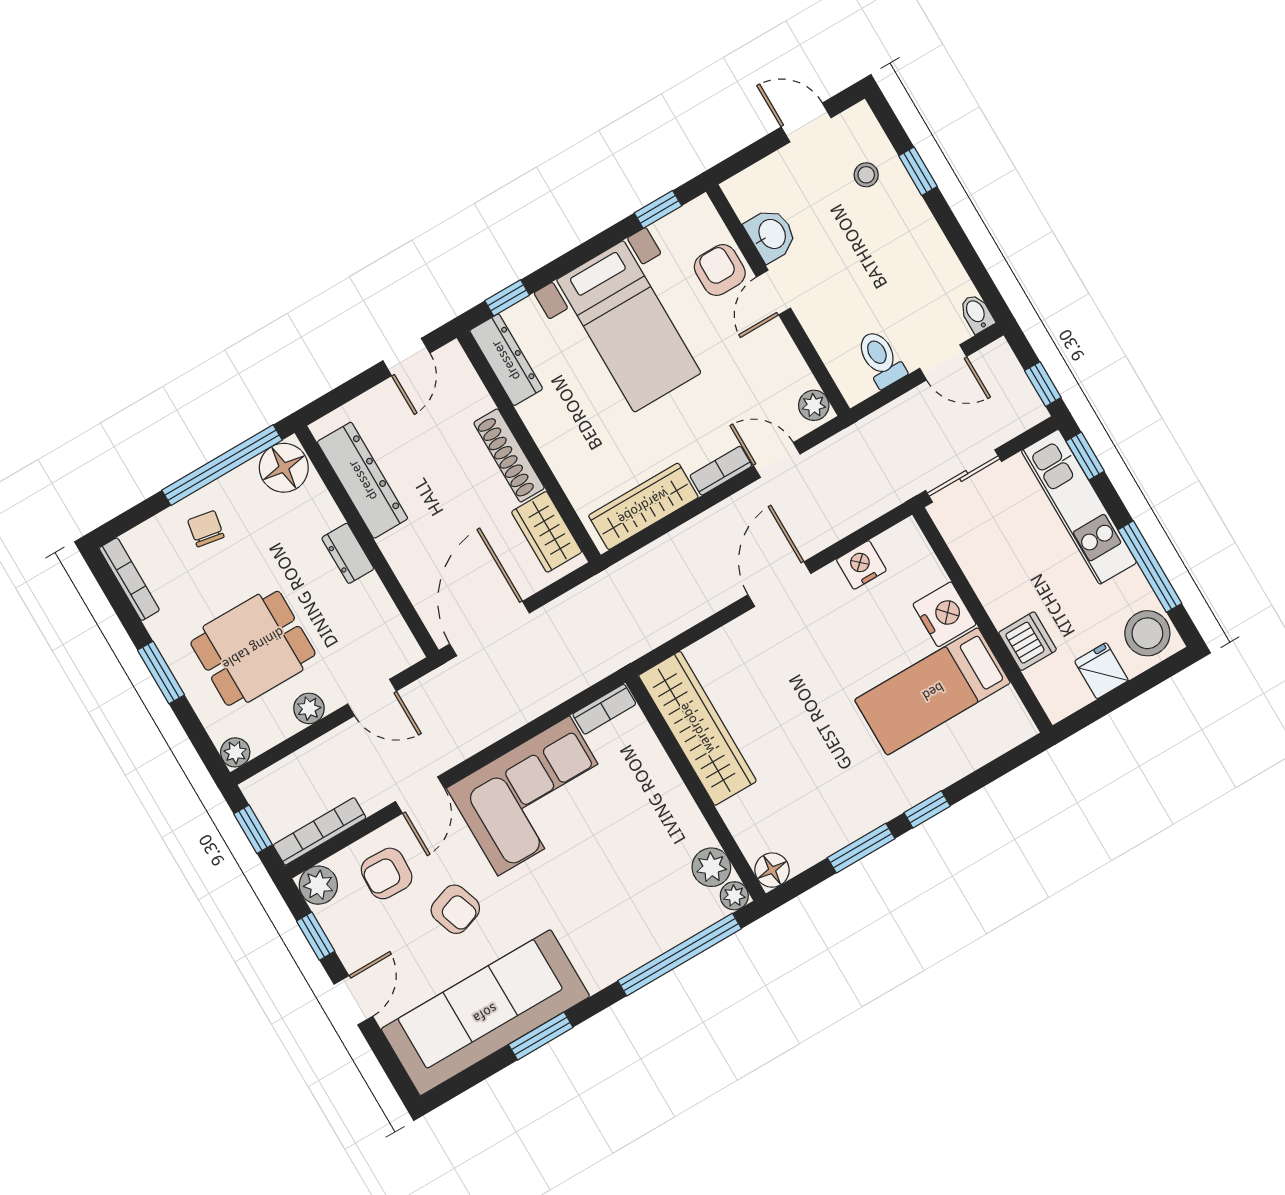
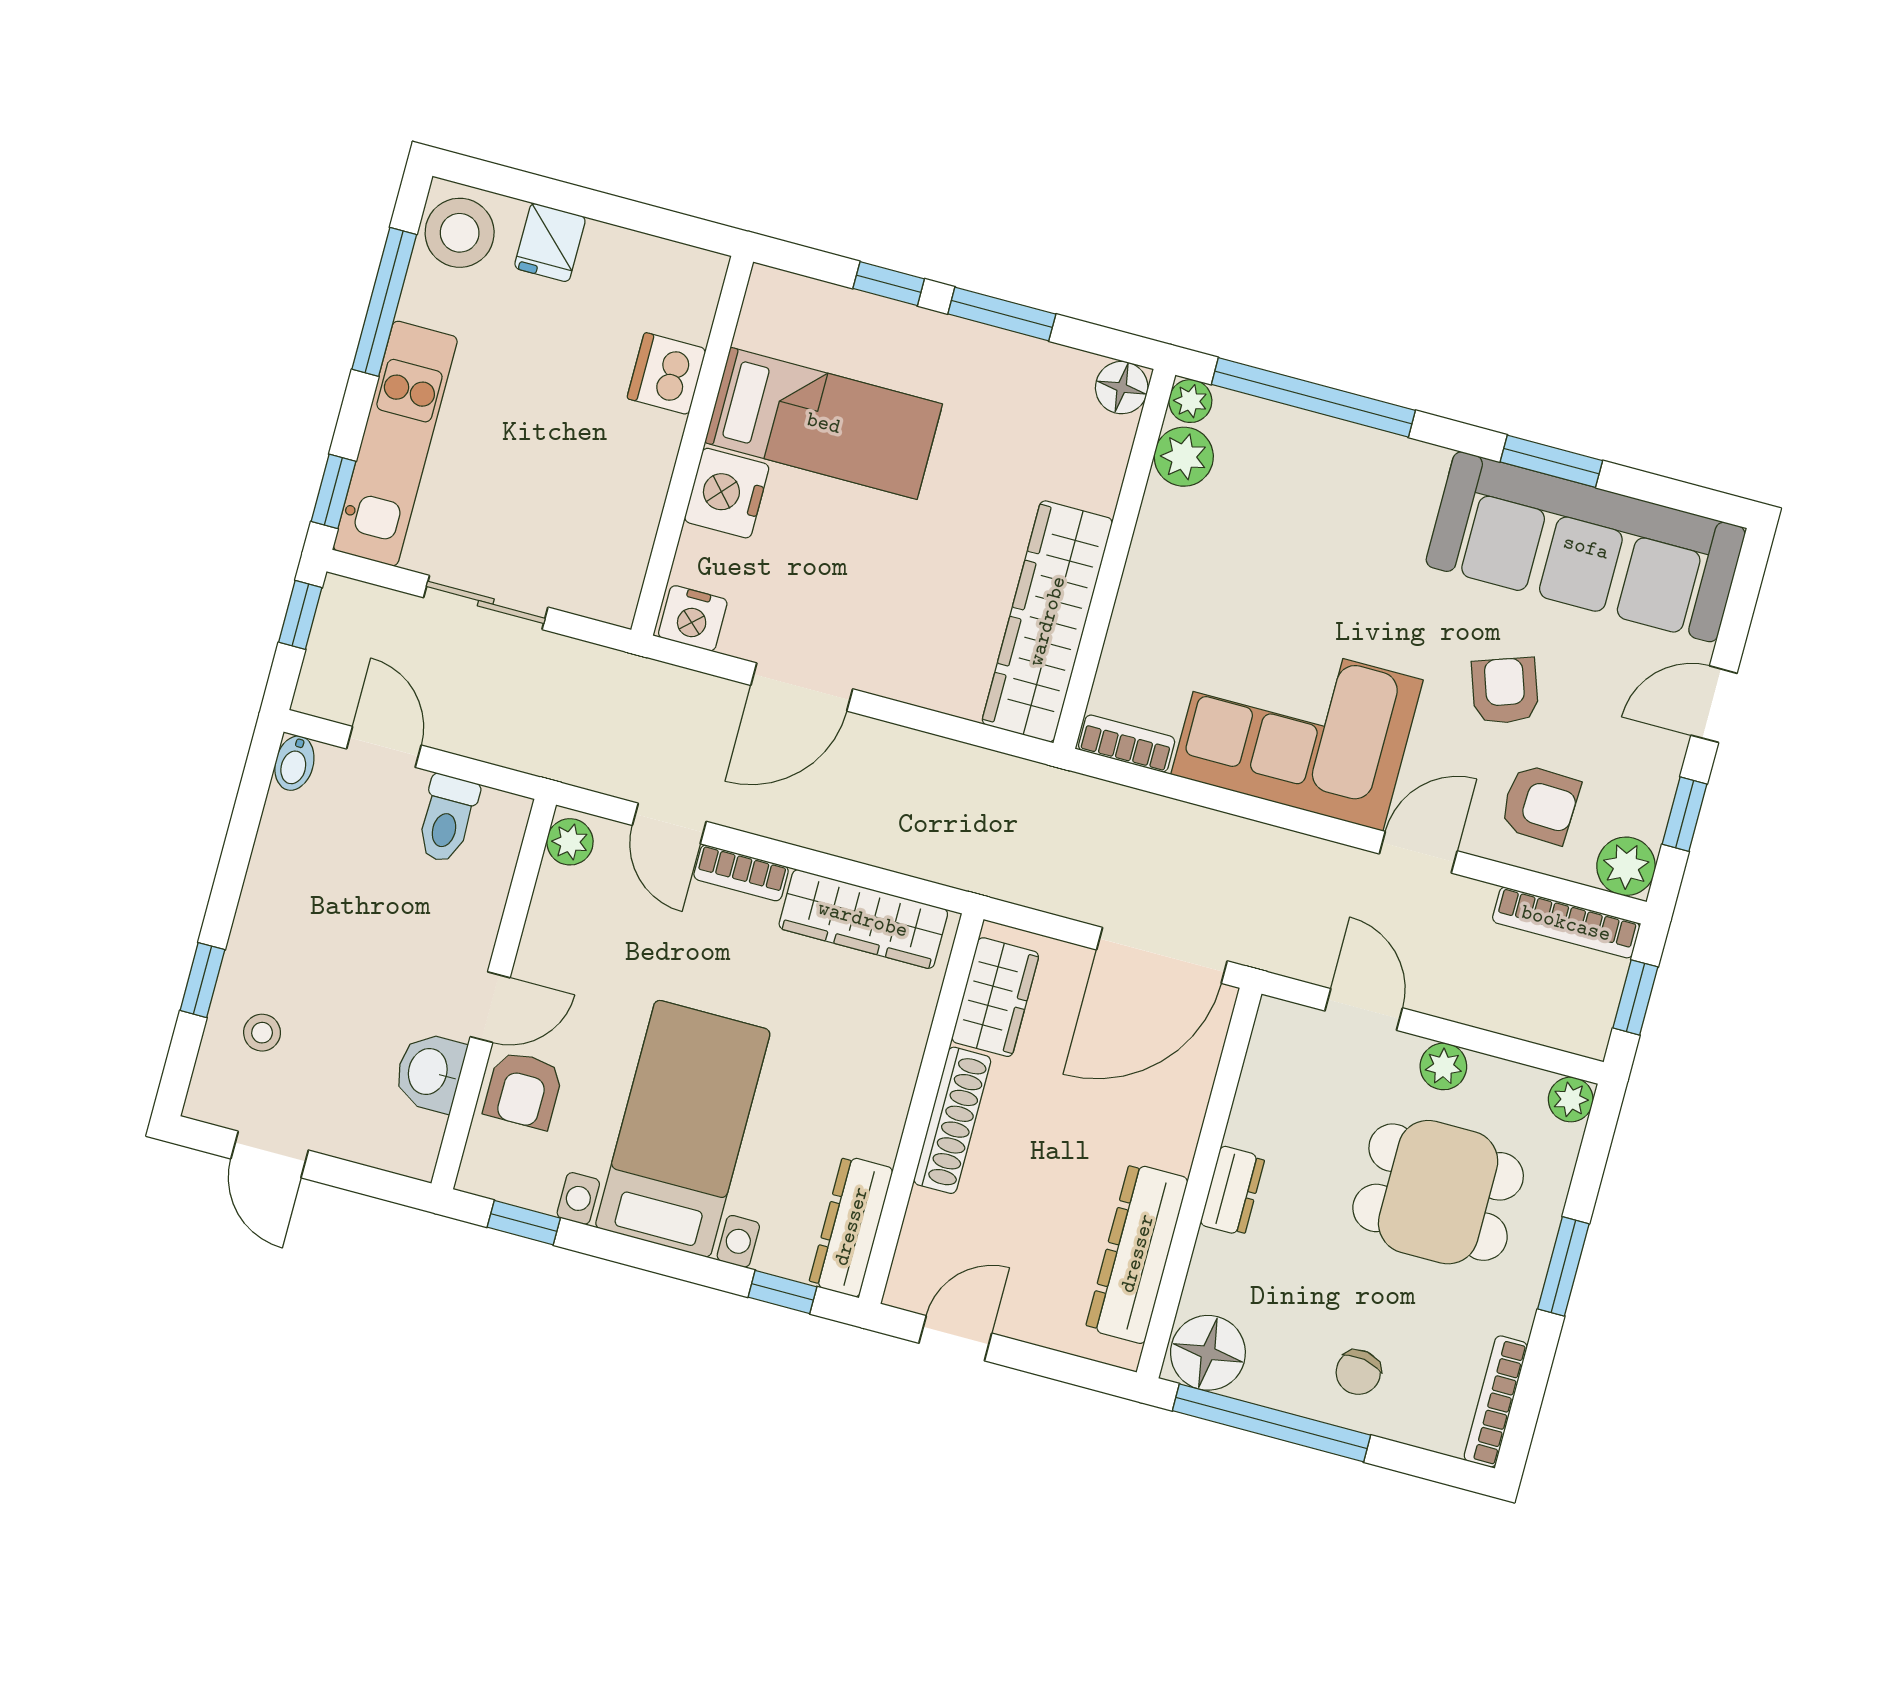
nightstand: (944, 614) -> (727, 493), moved
wall: (982, 620) -> (692, 446), moved
dishwasher: (1028, 641) -> (667, 374), moved
bed: (933, 691) -> (824, 423), moved

